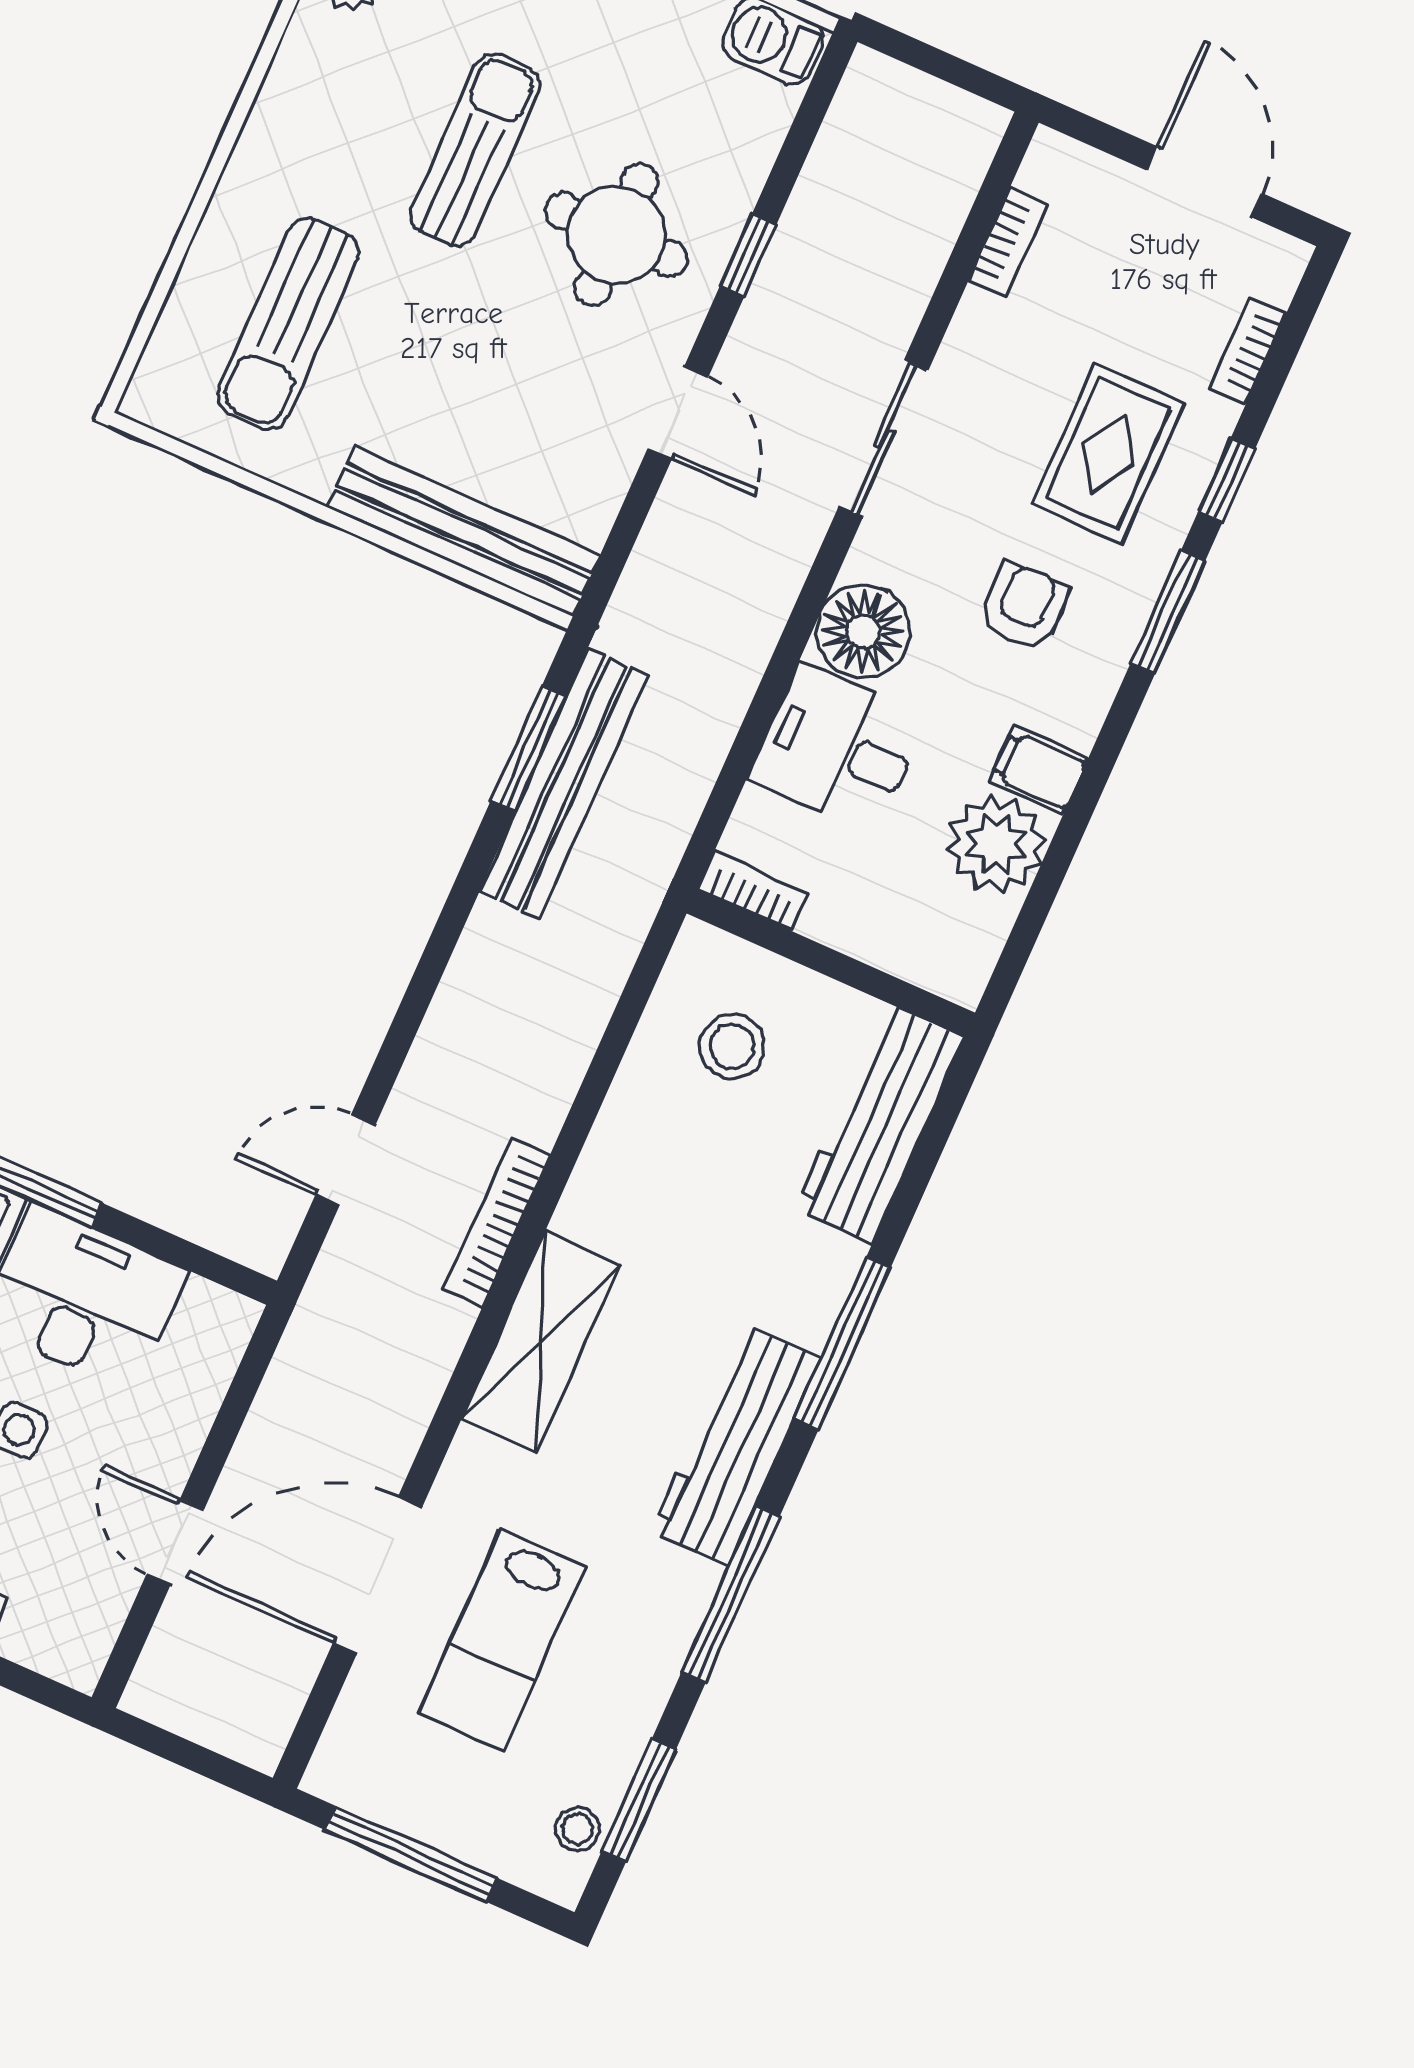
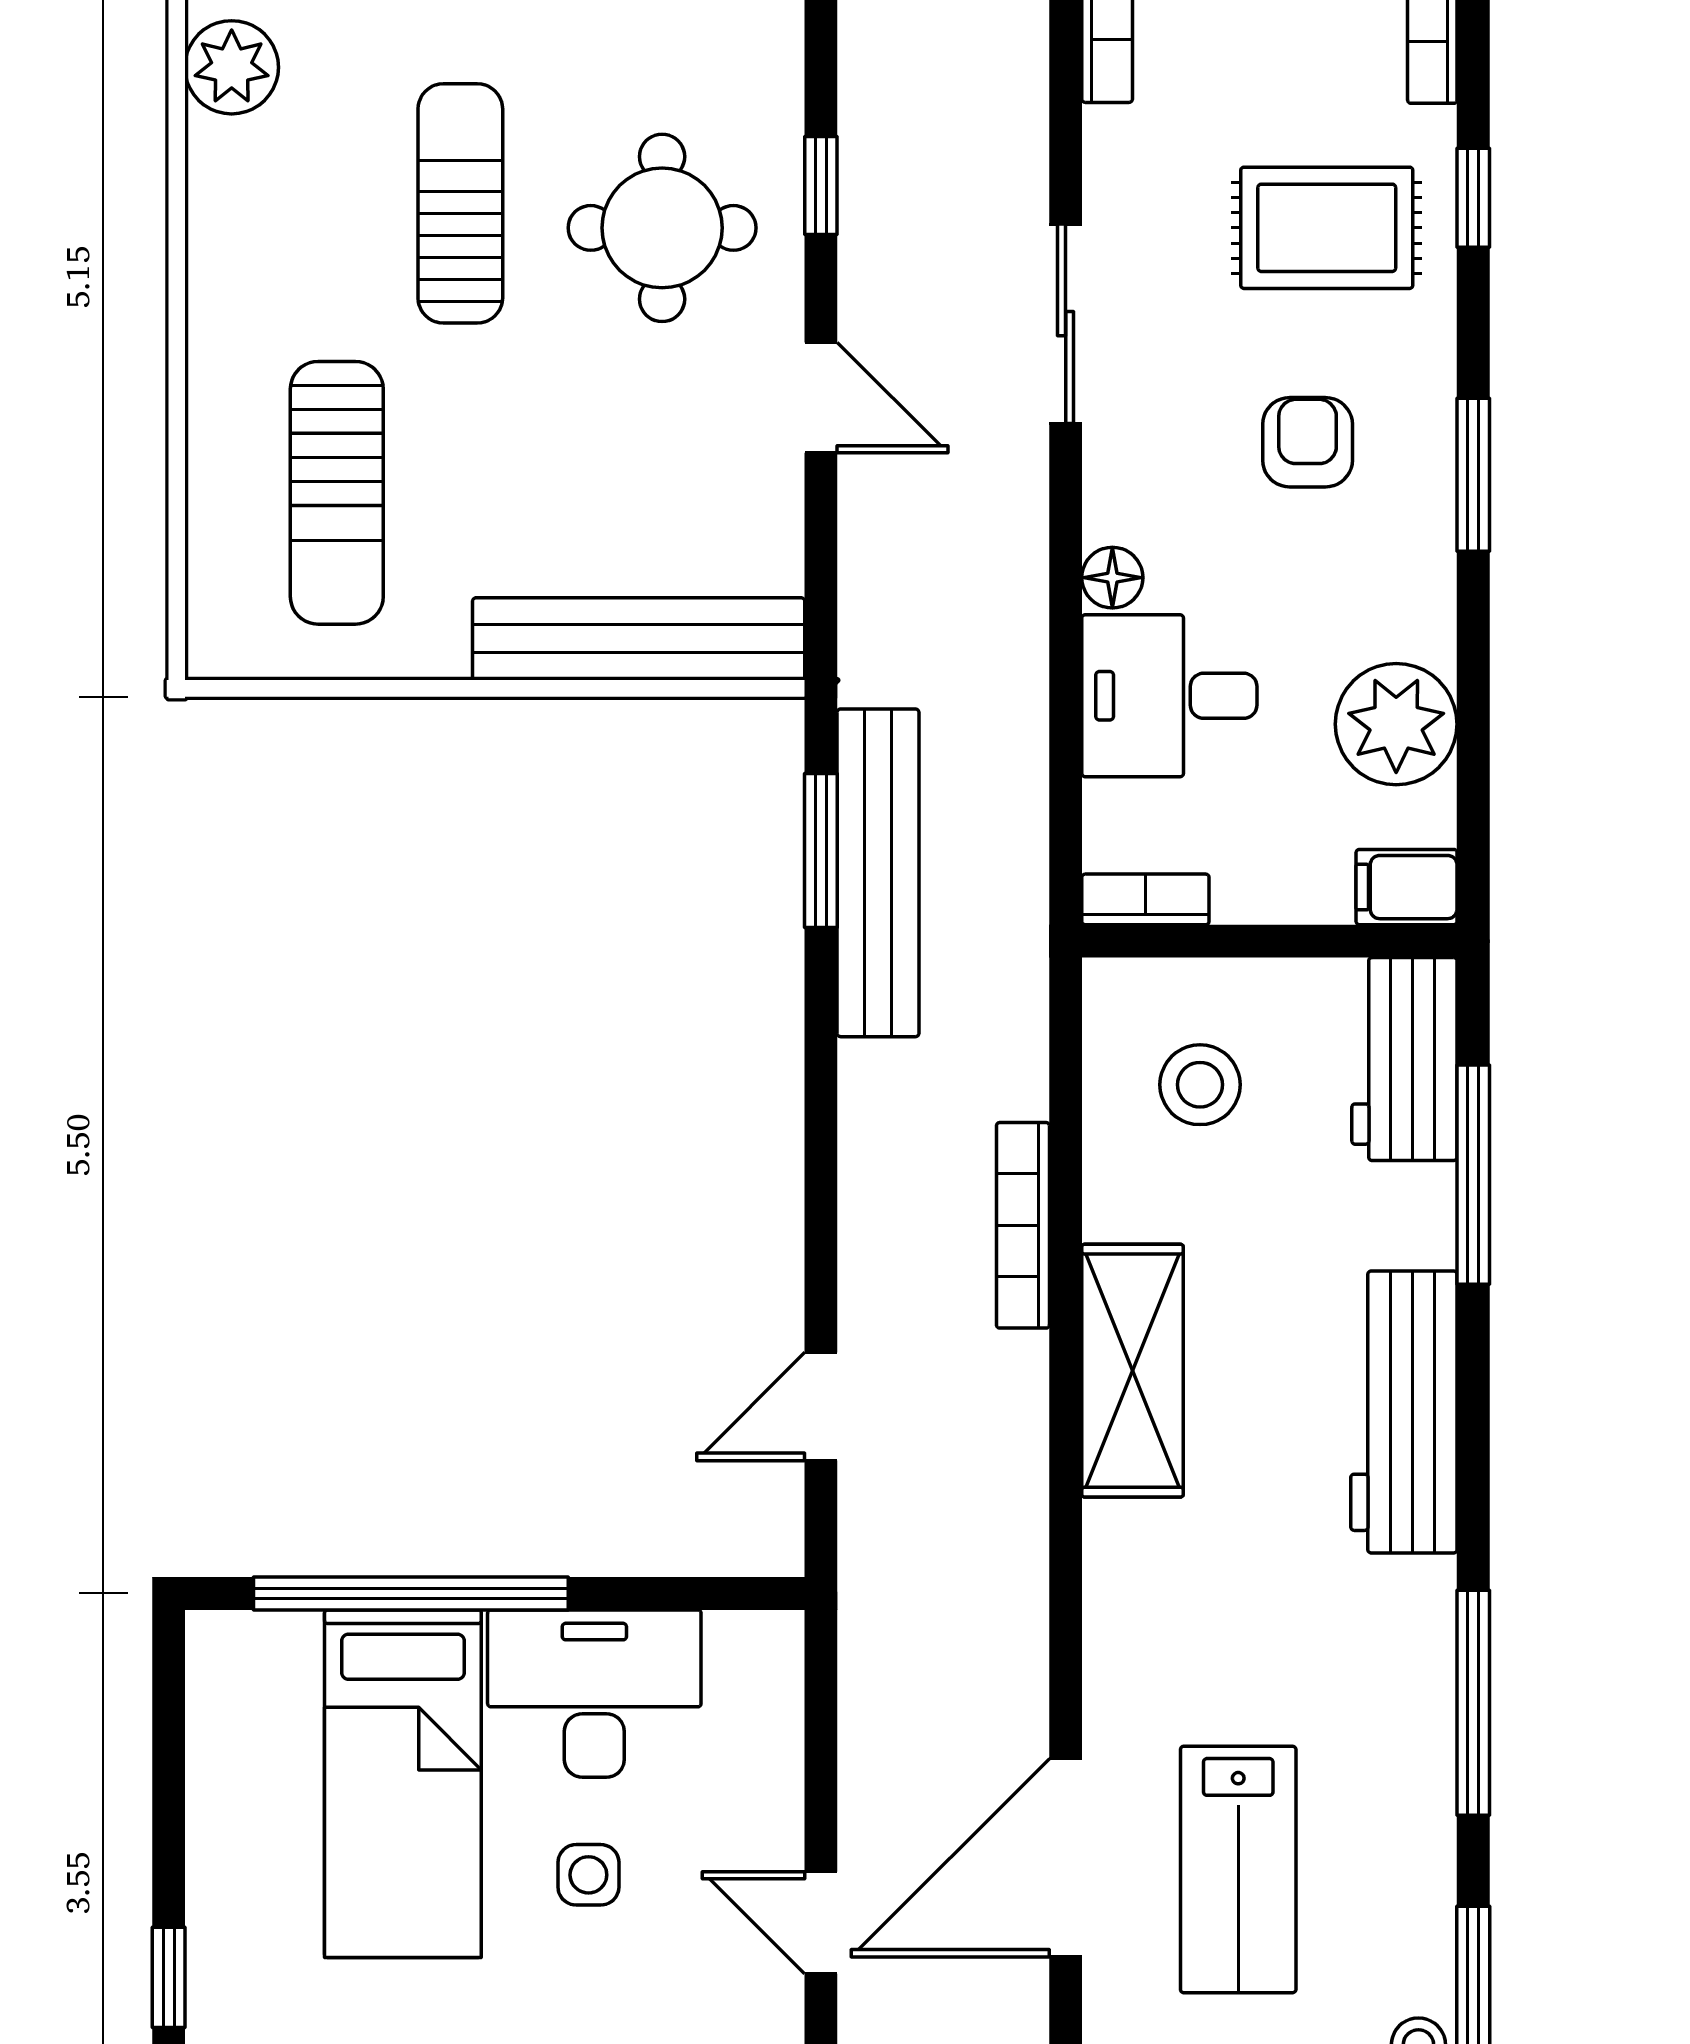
rug: (1108, 454) -> (1327, 228), turned 90
window: (1168, 612) -> (1473, 475), moved
floor lamp: (863, 631) -> (1112, 578), width x0.53, depth x0.53
filing cabinet: (1039, 770) -> (1407, 887), moved
workbench: (879, 1123) -> (1404, 1059), width x0.73
bookcase: (497, 1222) -> (1023, 1225), moved
shelving: (541, 1342) -> (1132, 1371), moved
window: (842, 1343) -> (1473, 1175), moved
workbench: (736, 1444) -> (1404, 1412), moved

